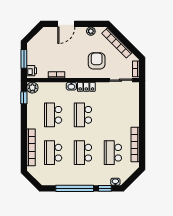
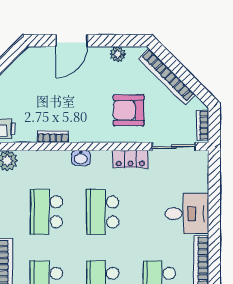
armchair: (97, 61) -> (129, 110), turned -90
locker: (86, 87) -> (130, 159), moved
desk: (128, 116) -> (187, 214), added

